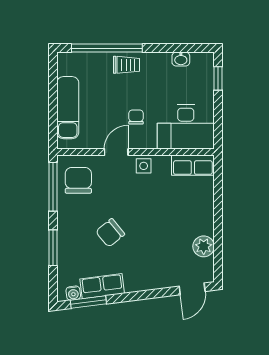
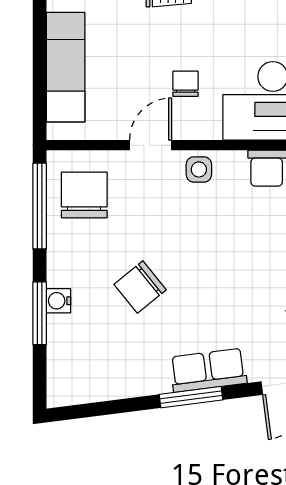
row of seats: (102, 286) -> (208, 370), moved
water cooler: (73, 293) -> (59, 301), moved, turned 97
window: (88, 302) -> (191, 397), moved

